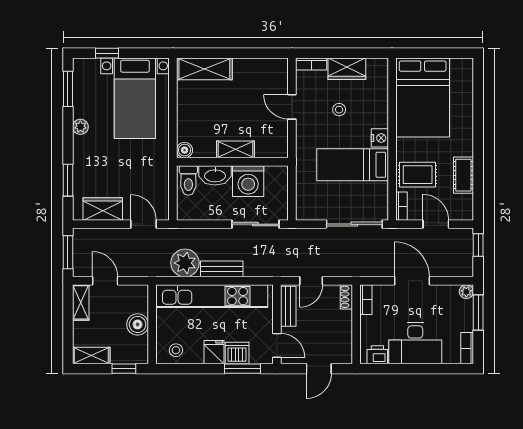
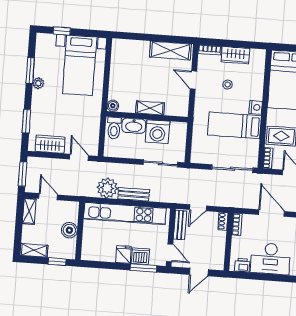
shelving: (204, 69) -> (170, 51), moved
window: (68, 89) -> (30, 71), moved
stool: (176, 350) -> (96, 251), removed

